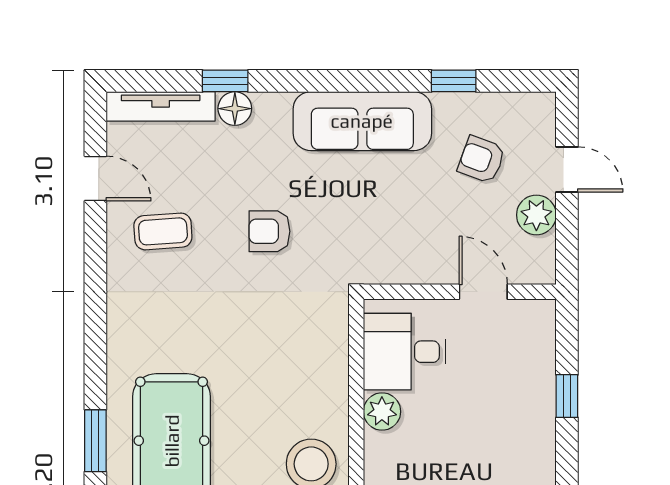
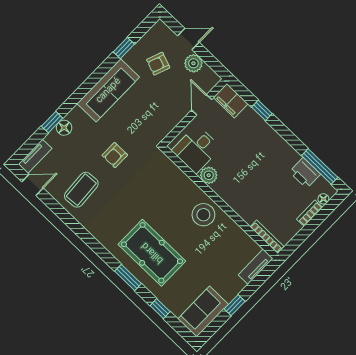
tv unit: (161, 106) -> (35, 156), width x0.71
door: (95, 179) -> (32, 185), moved
coffee table: (163, 231) -> (81, 190), width x1.36, depth x1.30
door: (483, 292) -> (202, 105), hinge flipped
filing cabinet: (534, 332) -> (231, 101), added

